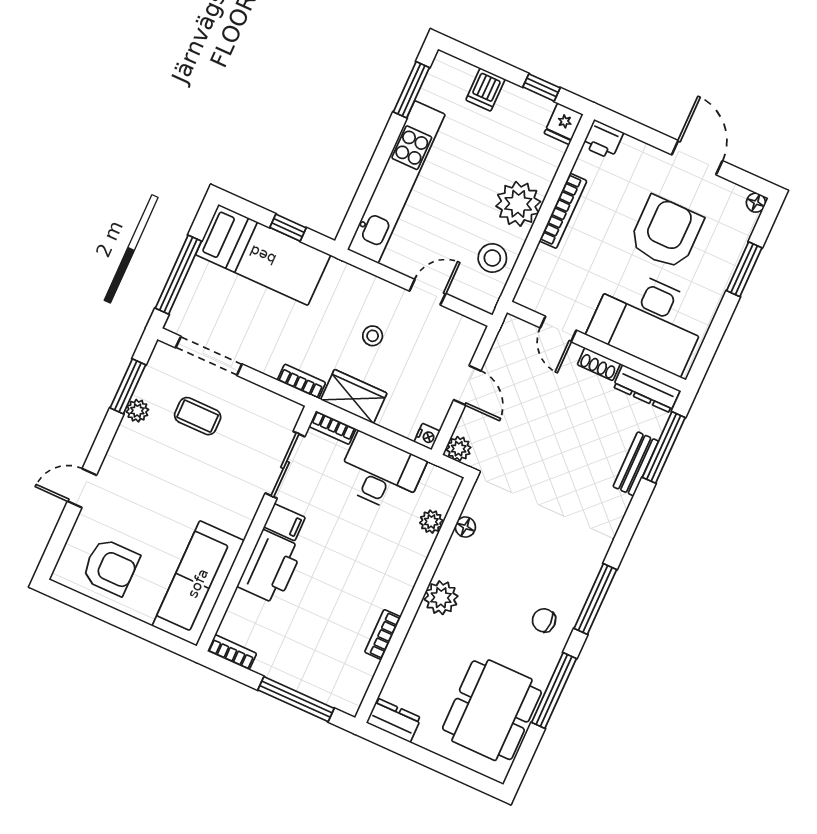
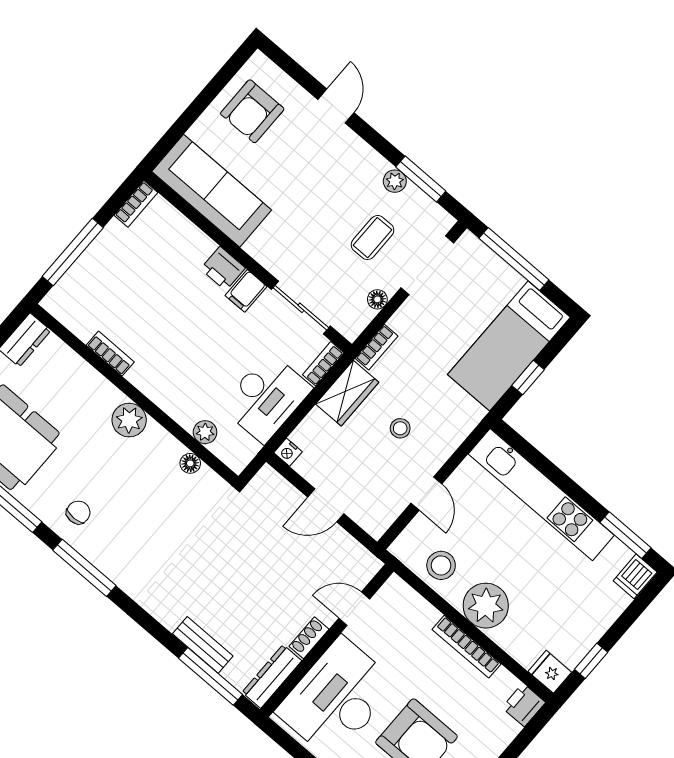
dishwasher: (485, 90) -> (635, 576), moved, turned -90
floor lamp: (255, 394) -> (377, 299), added
plant: (459, 449) -> (267, 479), removed
printer: (270, 567) -> (223, 269), width x0.53, depth x0.68

